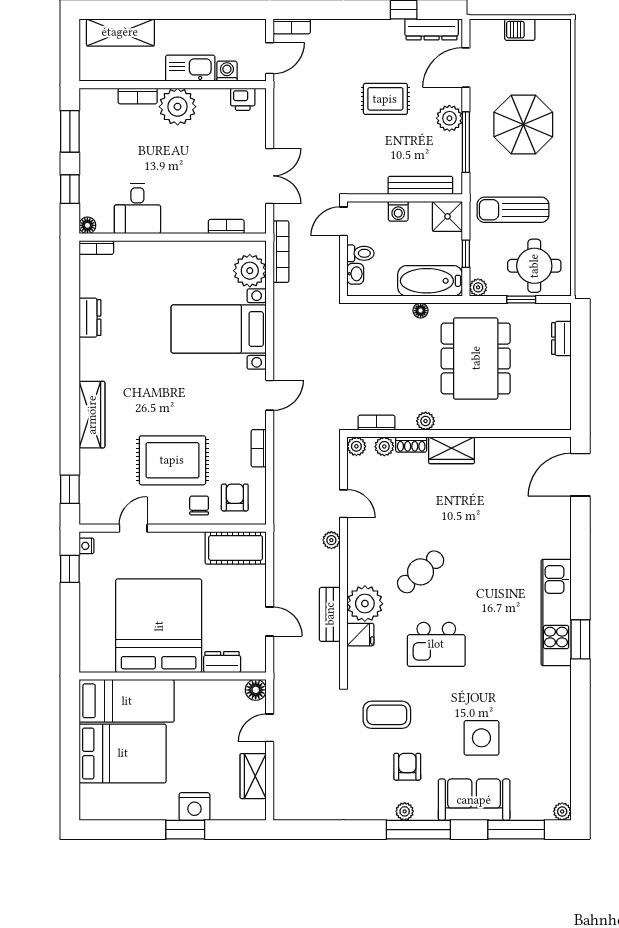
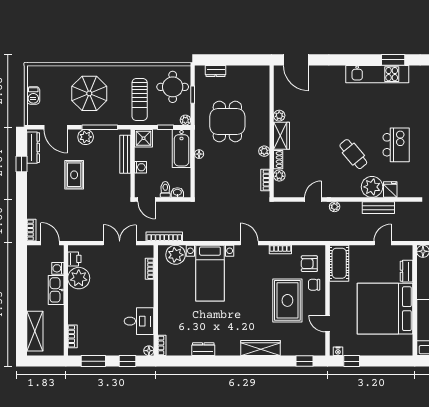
bookcase: (138, 96) -> (72, 336), moved
plant: (178, 107) -> (79, 278), moved
dining table: (476, 358) -> (227, 122), width x0.73
plant: (356, 446) -> (279, 116), moved

